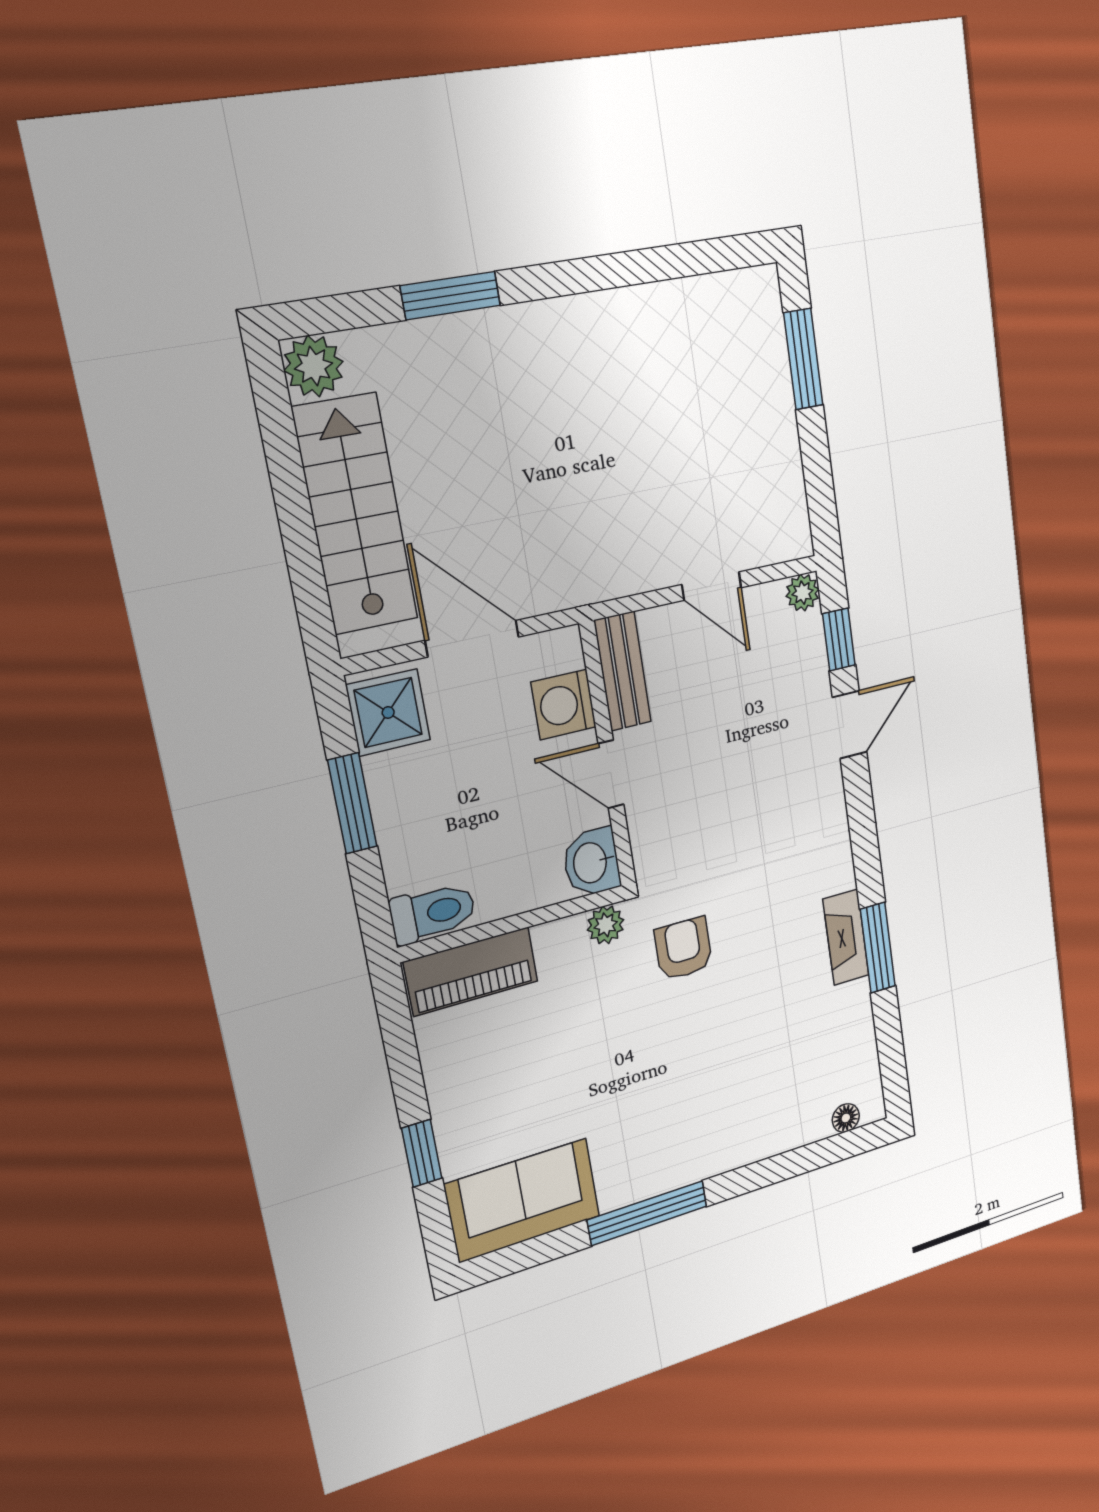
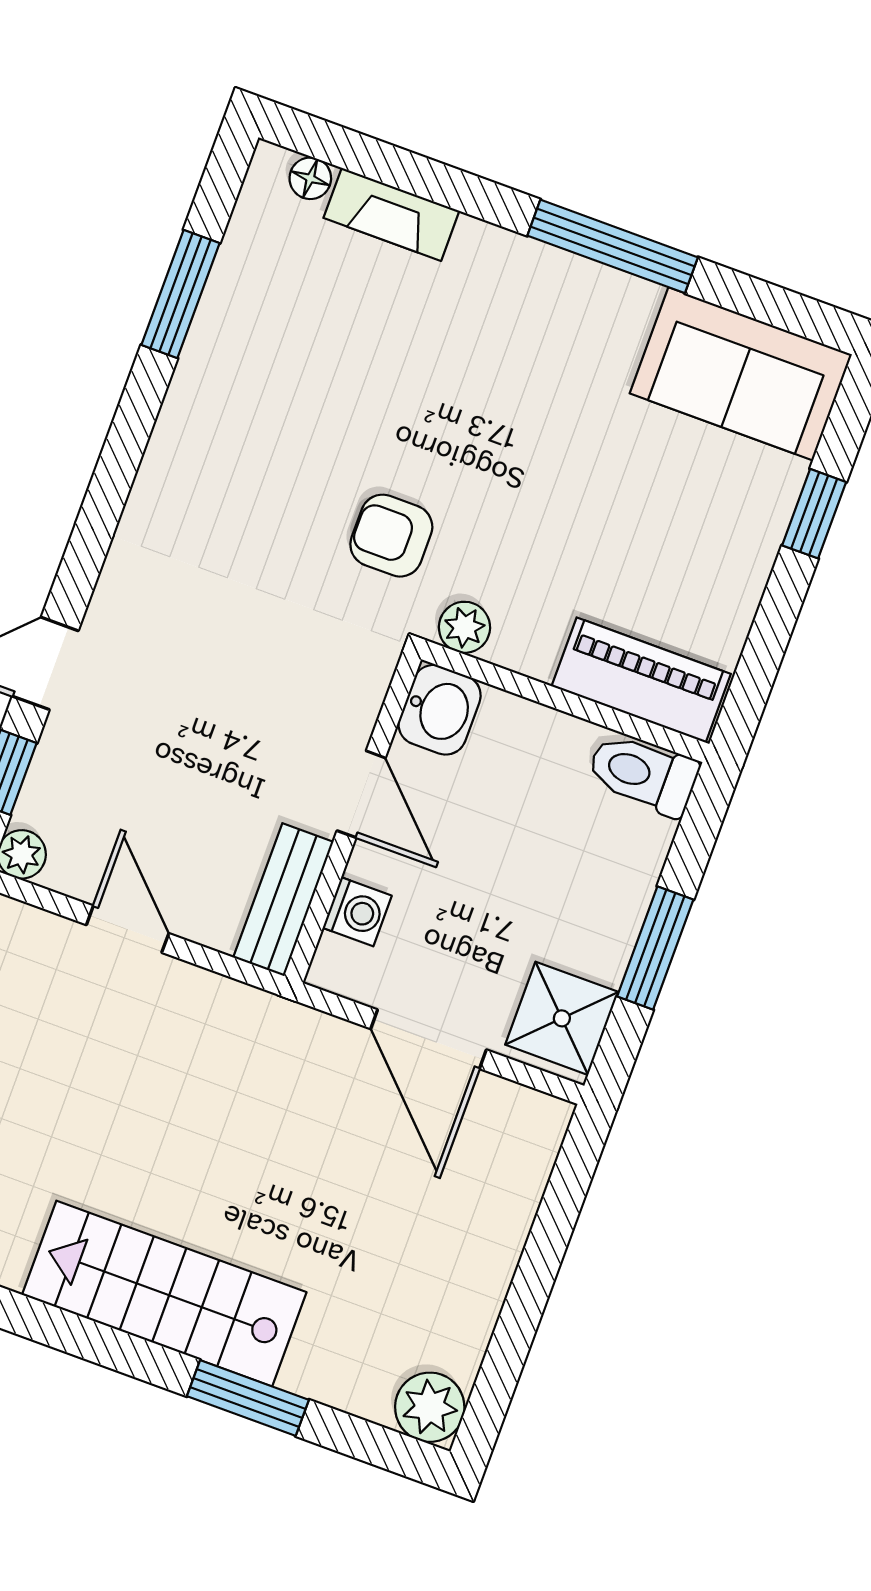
stairs: (355, 514) -> (164, 1294), moved, turned 90
washing machine: (564, 705) -> (357, 912), width x0.73, depth x0.73
fireplace: (846, 937) -> (391, 214), moved, turned 90
window: (878, 948) -> (181, 294), moved
armchair: (683, 949) -> (391, 536), turned 90

